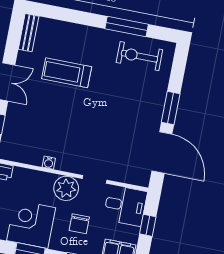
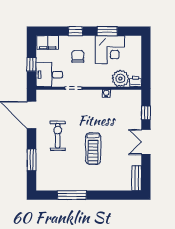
exercise bike: (139, 56) -> (58, 136), moved, turned -90
treadmill: (67, 73) -> (93, 149), moved, turned 90
window: (171, 108) -> (32, 160), moved
plant: (66, 188) -> (120, 79), moved

